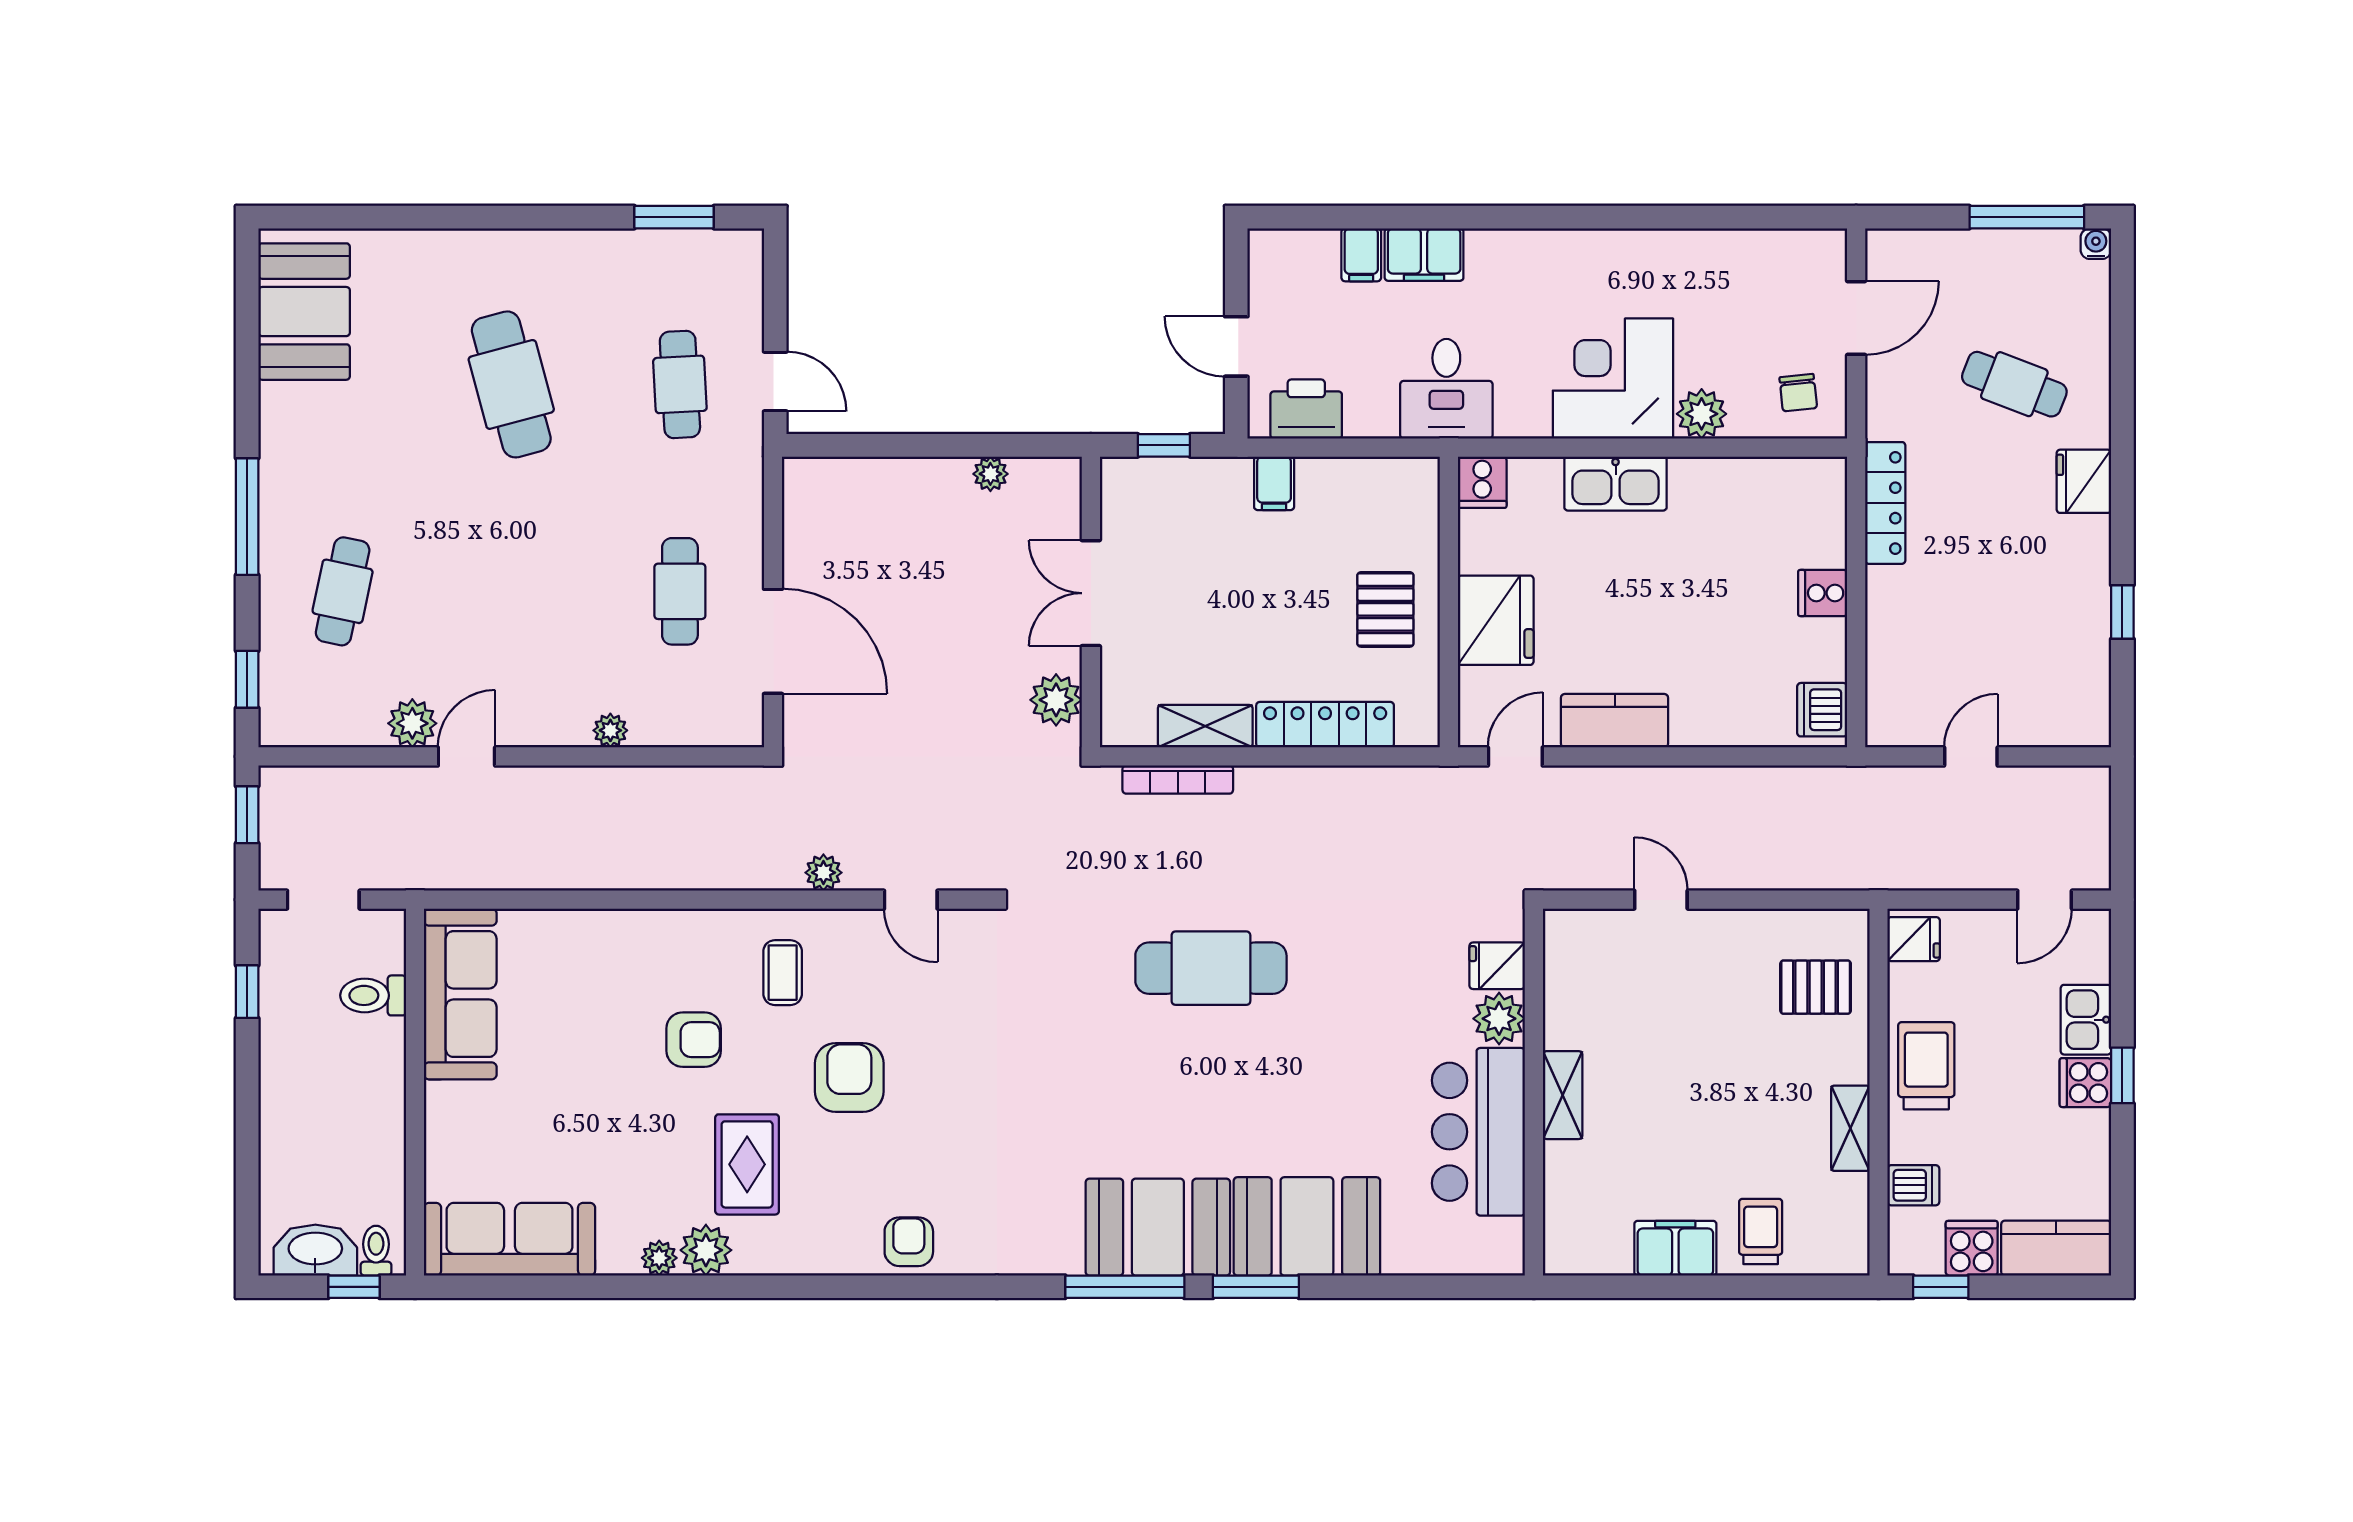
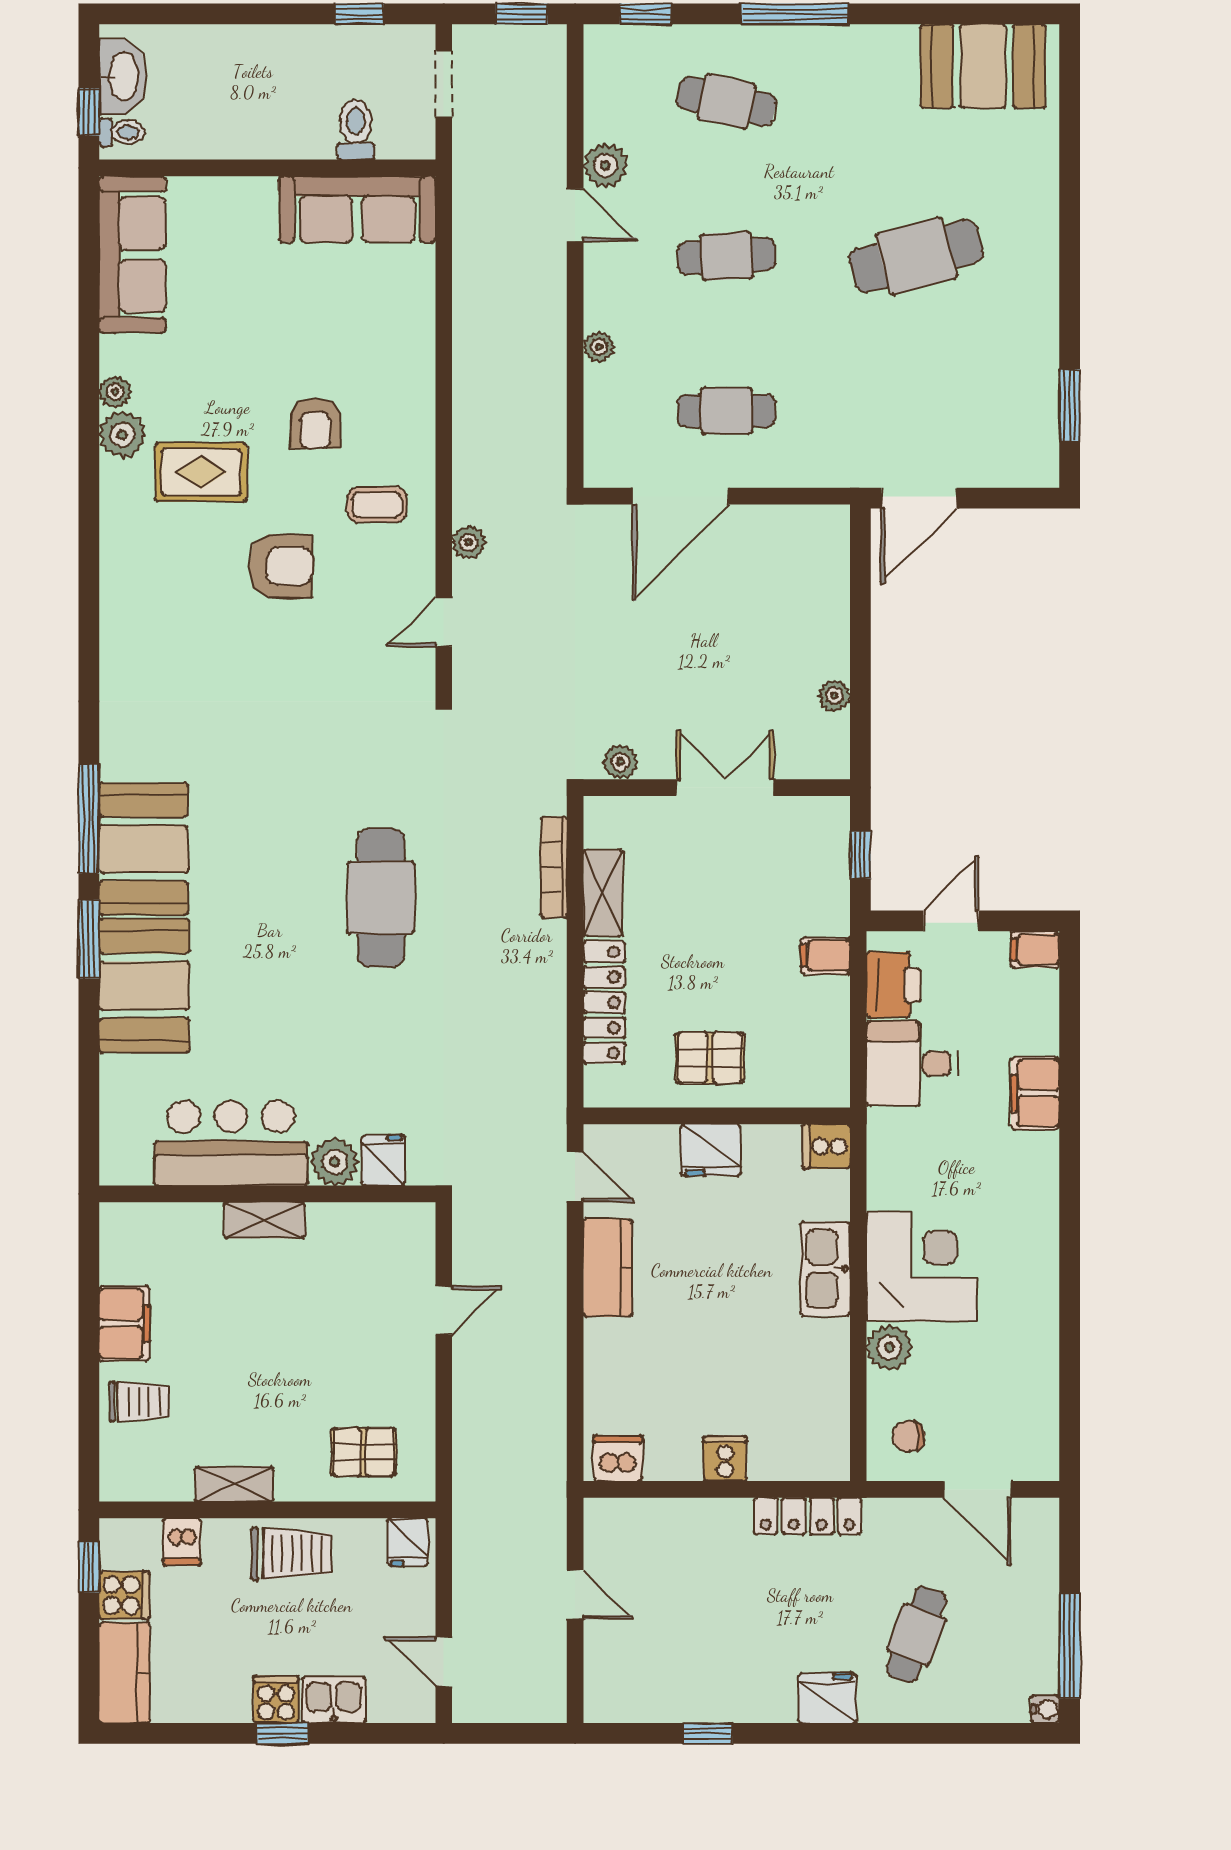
filing cabinet: (1361, 255) -> (1035, 949), moved
door: (775, 381) -> (919, 498), width x1.38
cafe table: (680, 384) -> (726, 256), moved
desk: (1446, 389) -> (912, 1064), moved
fridge: (1496, 620) -> (711, 1150), width x0.73, depth x0.75
plant: (1056, 700) -> (620, 762), width x0.73, depth x0.73
pallet: (1816, 987) -> (364, 1452), turned 90
armchair: (909, 1242) -> (130, 621), removed

